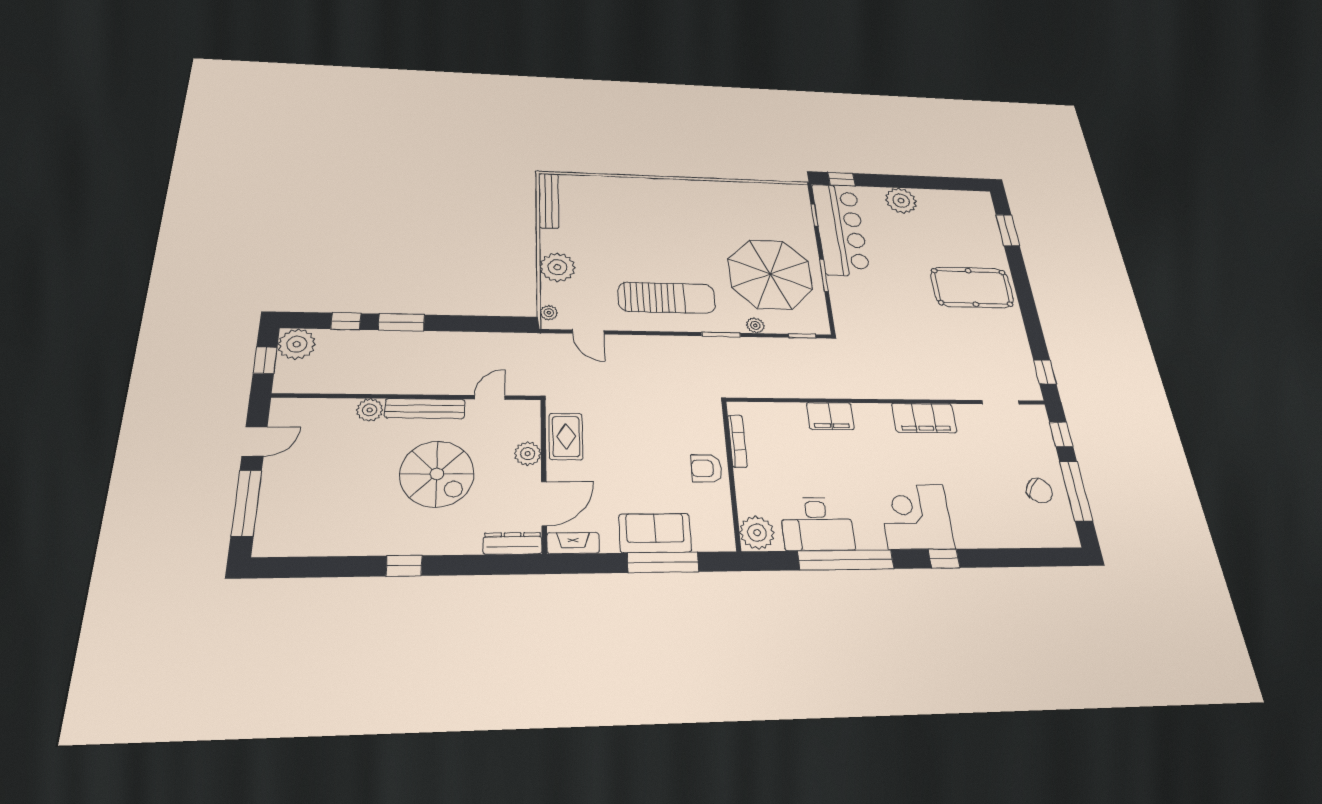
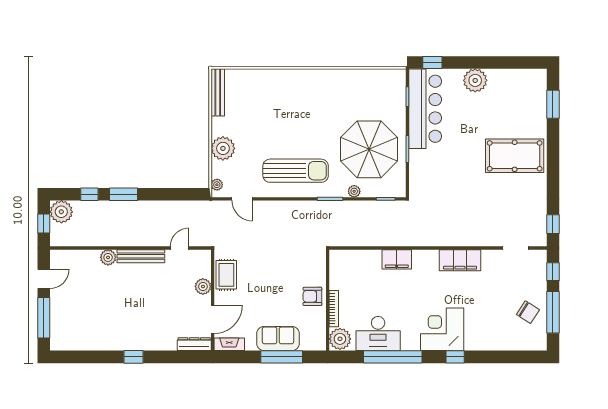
bookcase: (737, 441) -> (334, 309), moved
spiral stairs: (437, 474) -> (150, 300), removed

